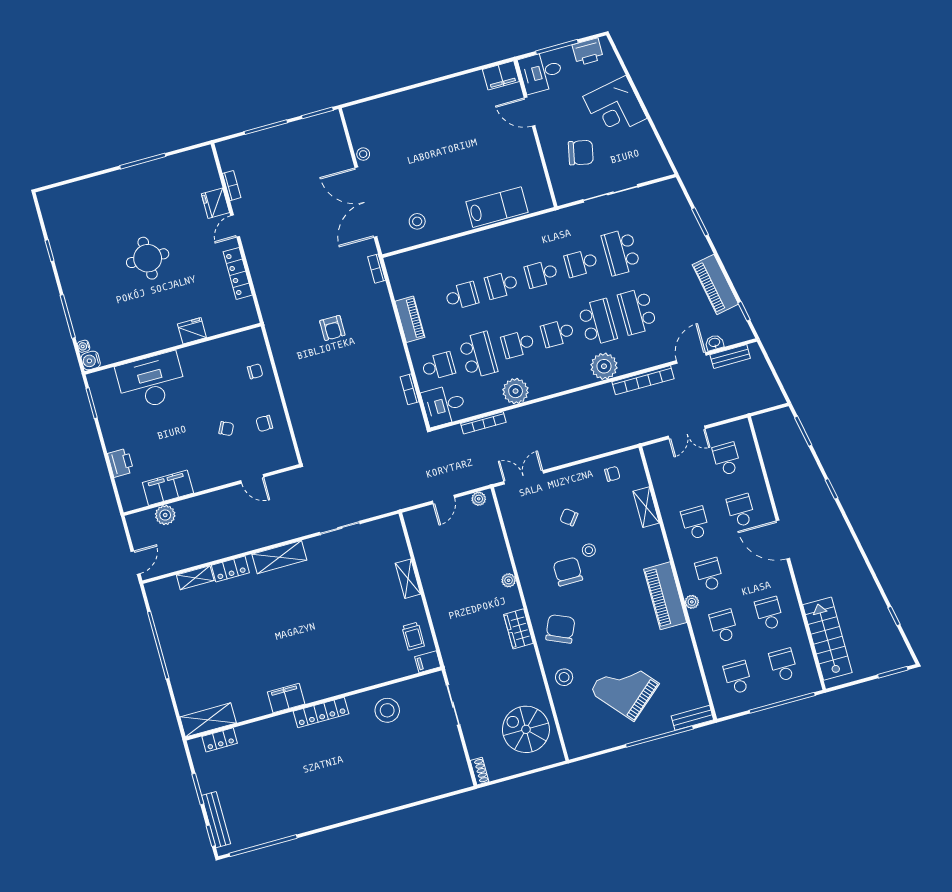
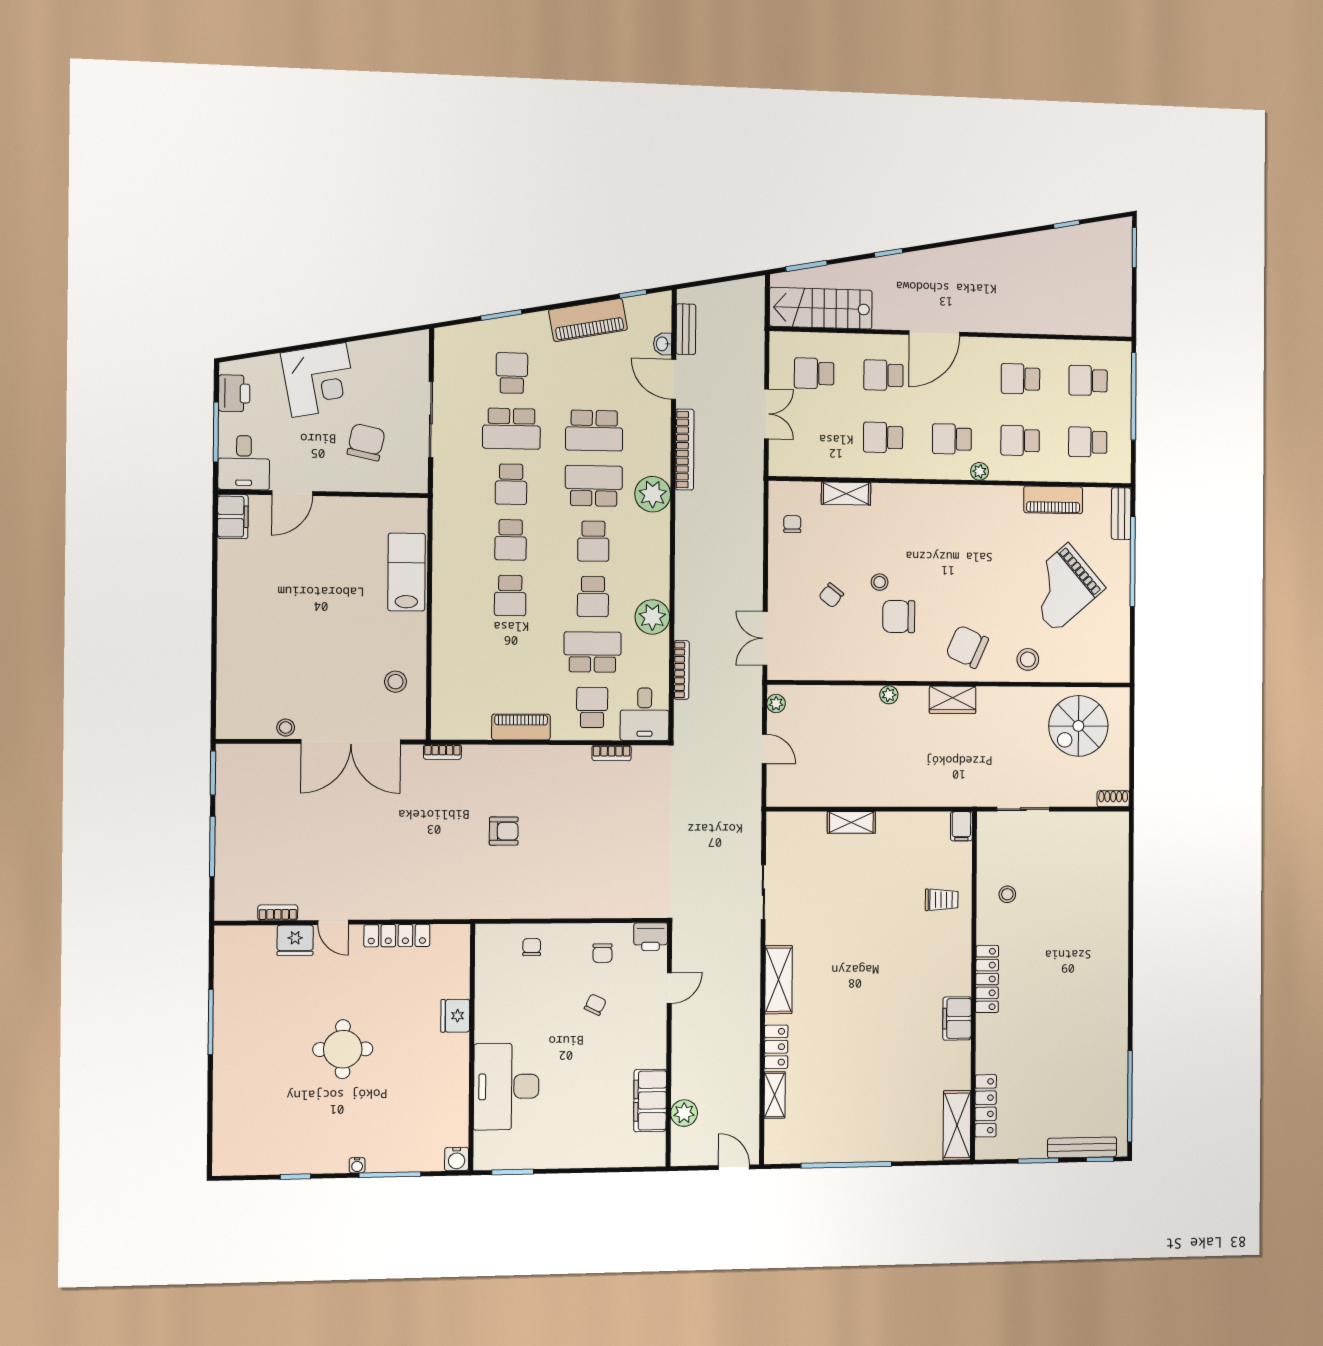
school desk: (462, 296) -> (512, 373), moved
water cooler: (84, 346) -> (357, 1165), moved
printer: (121, 463) -> (651, 937), moved, turned 180
piano: (665, 596) -> (1053, 500), moved, width x0.73, depth x0.75
trolley: (413, 636) -> (942, 900), moved
stairs: (827, 639) -> (821, 308), moved
stool: (387, 710) -> (1007, 894), width x0.53, depth x0.53
locker: (220, 740) -> (986, 1106), width x1.53

